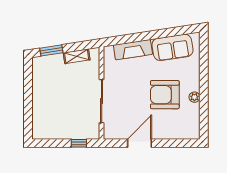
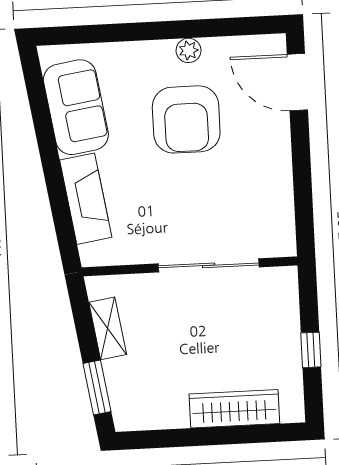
wardrobe: (39, 109) -> (234, 409), added
window: (79, 143) -> (311, 350), moved
door: (140, 143) -> (297, 82), moved

